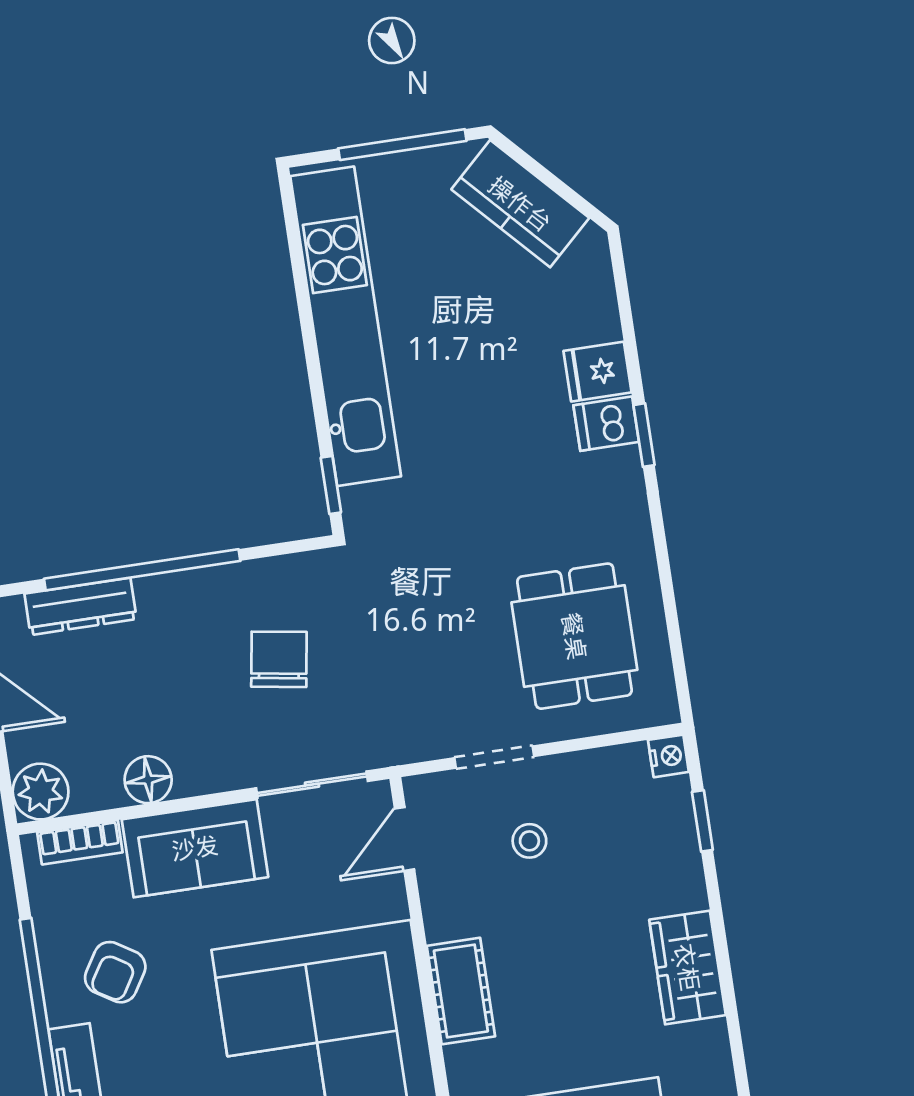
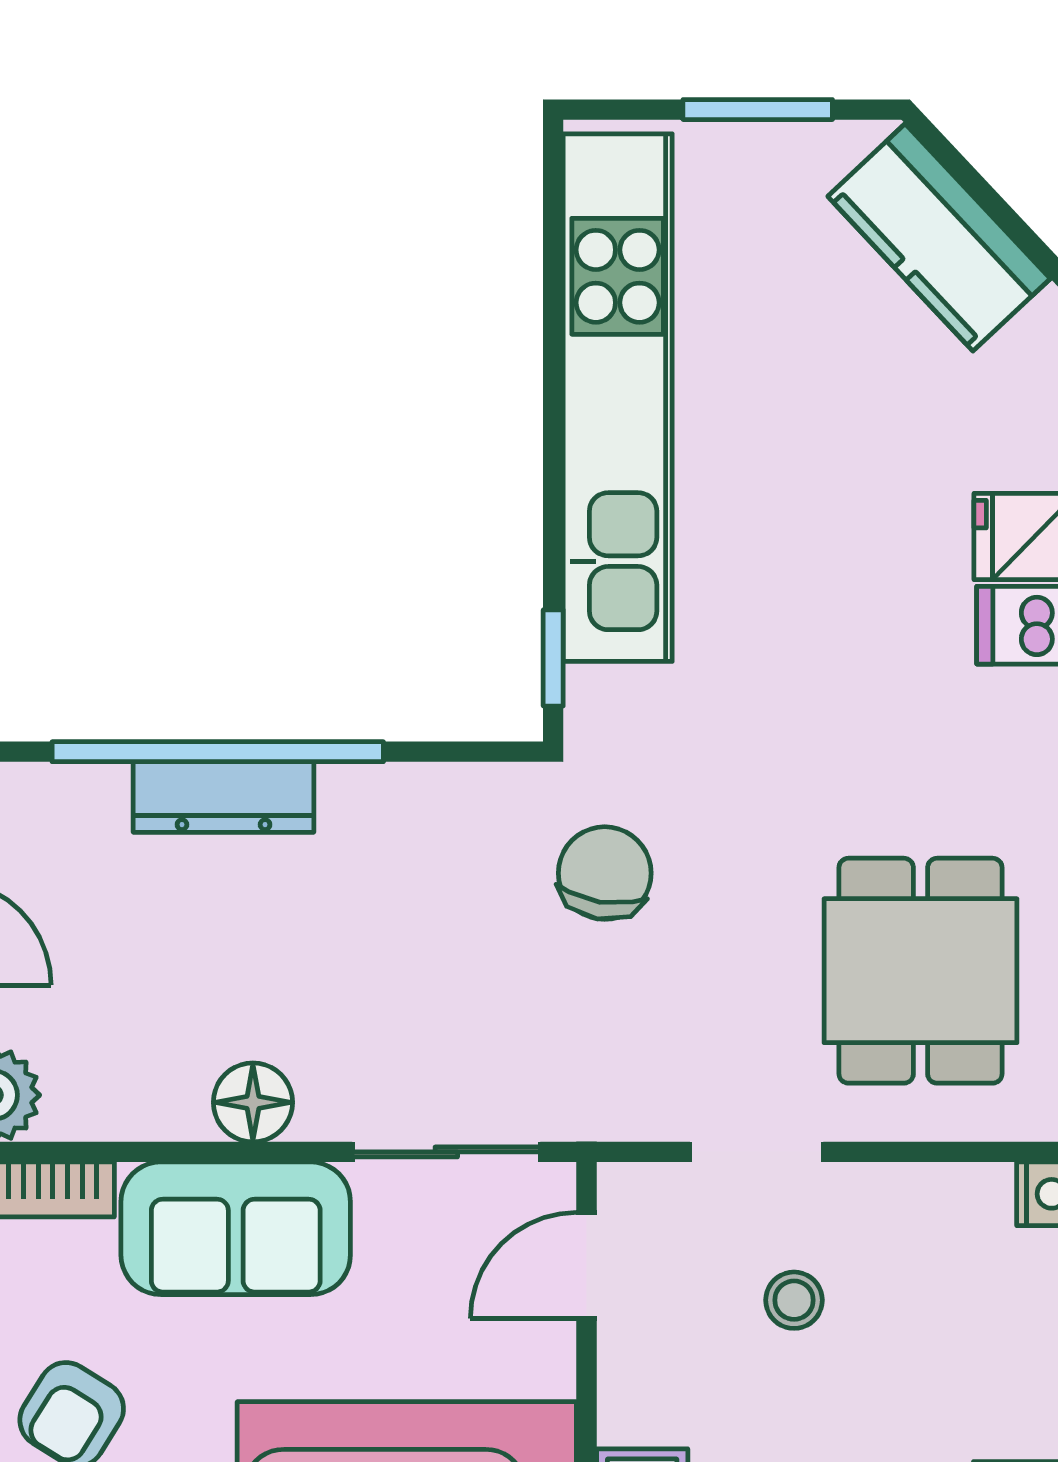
window: (402, 145) -> (758, 110), width x0.69
dresser: (80, 606) -> (224, 797), moved
chair: (279, 659) -> (605, 873), moved
floor lamp: (148, 780) -> (253, 1102), moved

